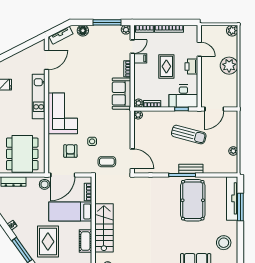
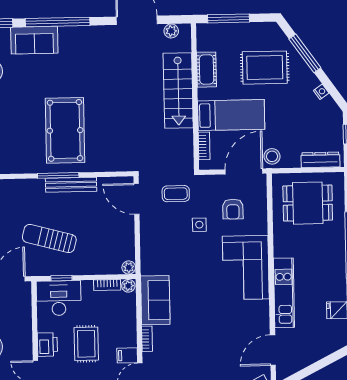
dining table: (22, 154) -> (308, 203), width x0.73
bench: (191, 169) -> (71, 185), moved, width x1.36
pool table: (193, 200) -> (65, 130), moved
rug: (48, 242) -> (265, 68), turned 90

